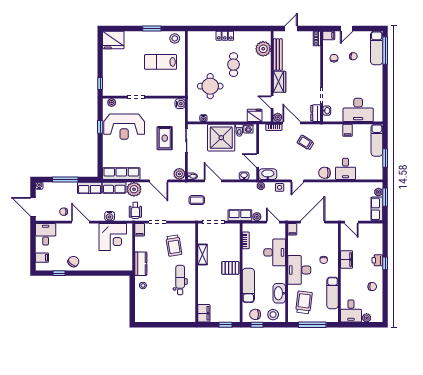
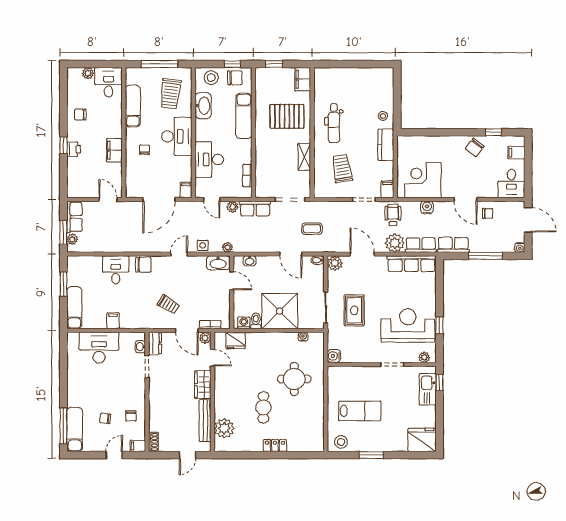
kitchen sink: (109, 78) -> (428, 389), added
pallet: (230, 268) -> (287, 116), moved, width x1.50, depth x1.42

